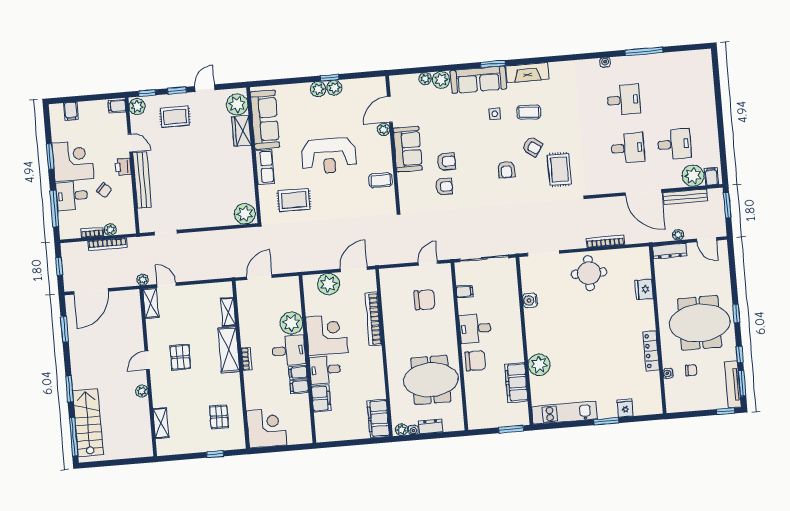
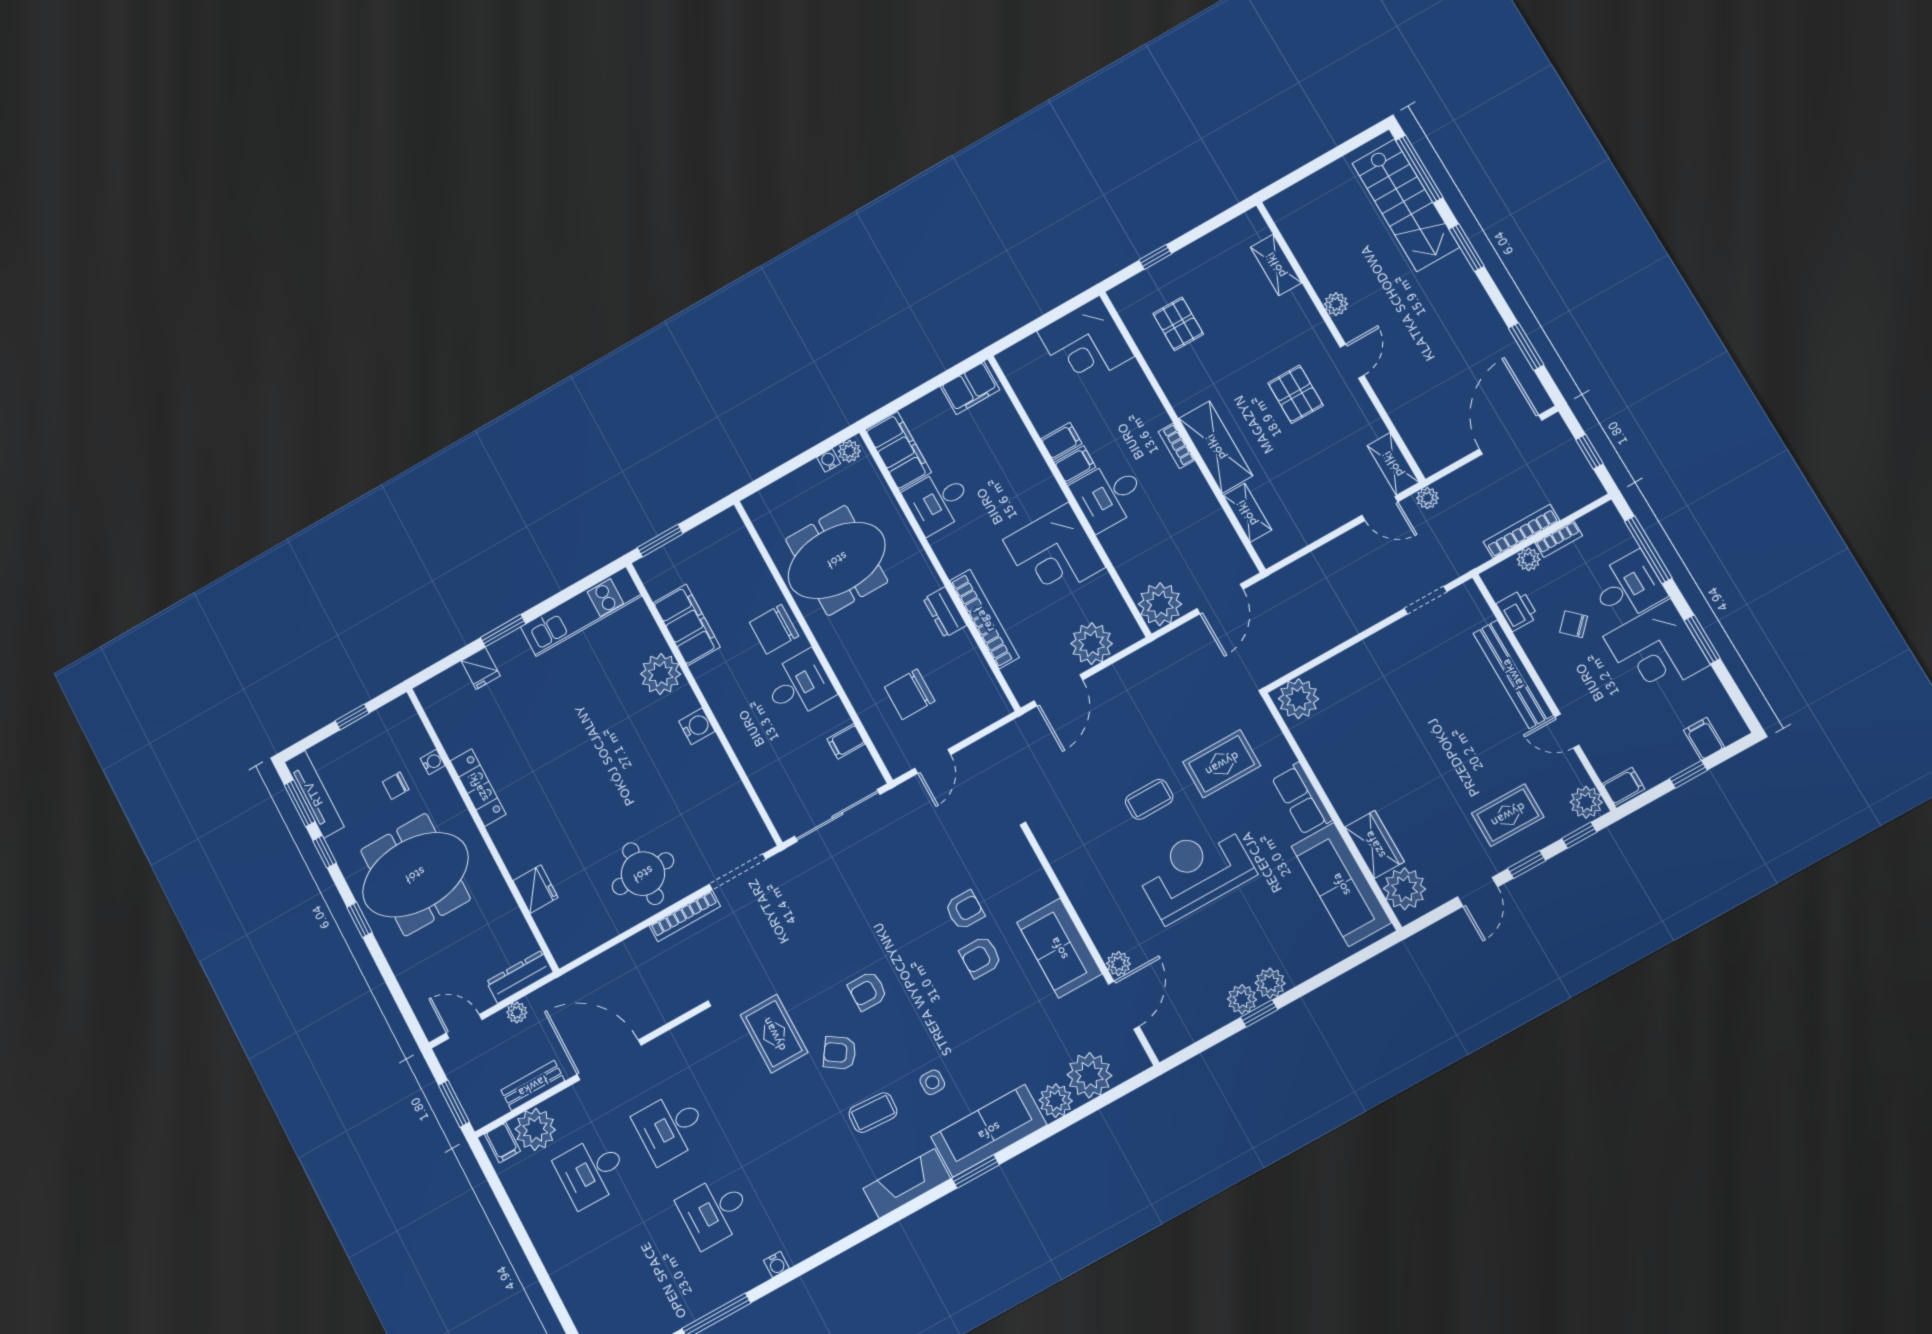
plant: (425, 79) -> (1089, 1075), width x1.88, depth x1.88
window: (86, 98) -> (1688, 774), added
printer: (123, 167) -> (1517, 610), moved
armchair: (506, 170) -> (868, 991), turned -90
coffee table: (381, 180) -> (1149, 799), moved
armchair: (444, 187) -> (965, 910), turned 180
bench: (685, 197) -> (533, 1086), width x0.73
bookcase: (605, 242) -> (685, 916), moved
water cooler: (530, 300) -> (697, 726), moved
plant: (291, 323) -> (1160, 604), moved
desk: (325, 370) -> (938, 501), moved, turned 180
filing cabinet: (321, 398) -> (970, 388), moved, turned -90
window: (726, 411) -> (352, 717), moved
dresser: (431, 427) -> (945, 612), moved, turned 90

